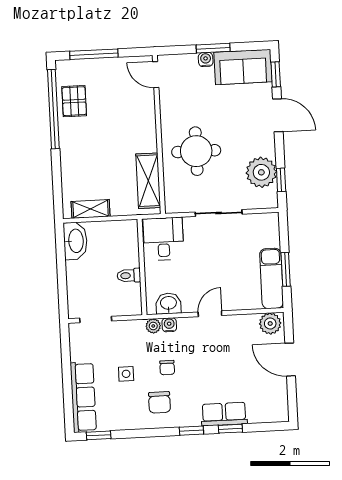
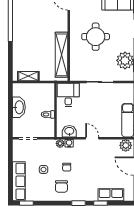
pallet: (74, 101) -> (22, 15), removed
round table: (196, 151) -> (96, 37), moved
shelving: (148, 181) -> (61, 55), width x1.47
washbasin: (75, 241) -> (19, 107), moved
door: (210, 314) -> (92, 138), hinge flipped
row of seats: (224, 414) -> (111, 195), moved

